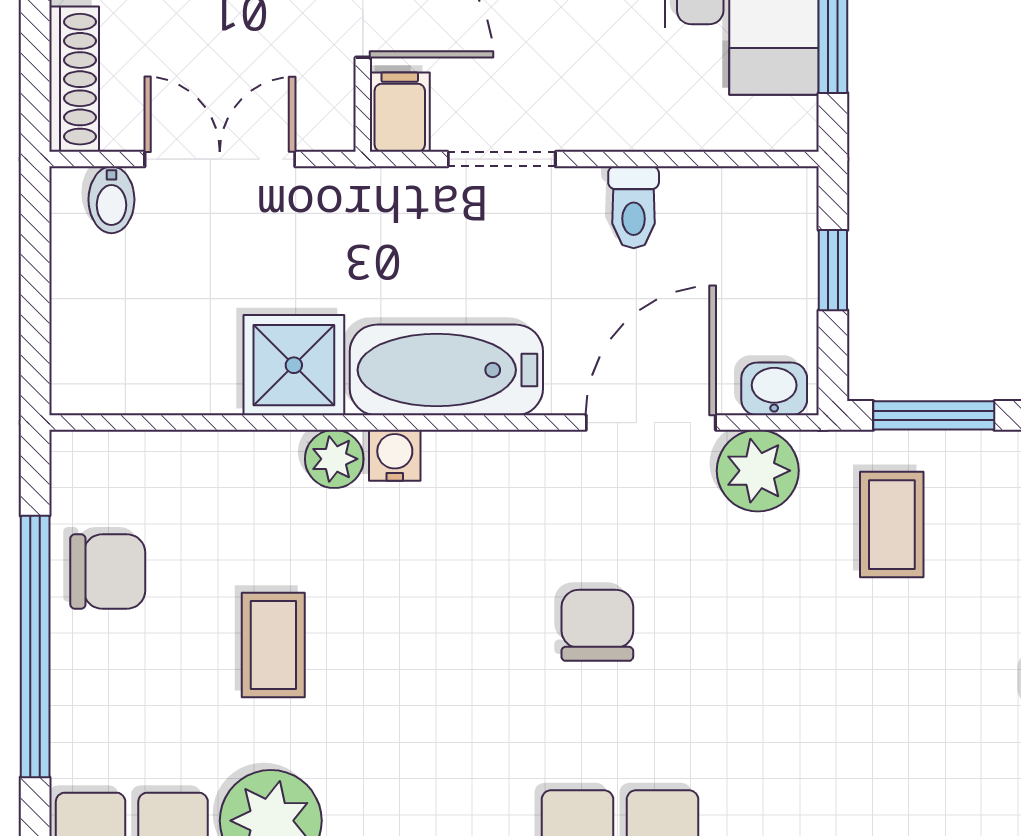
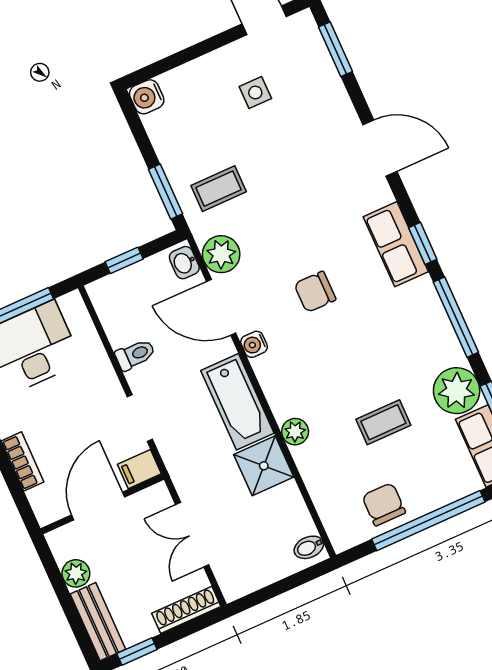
bidet: (111, 200) -> (309, 547), moved, turned 180
water cooler: (395, 455) -> (254, 344), moved

